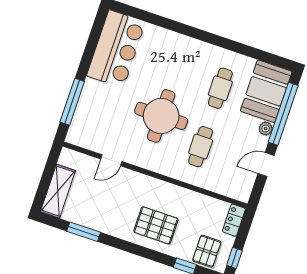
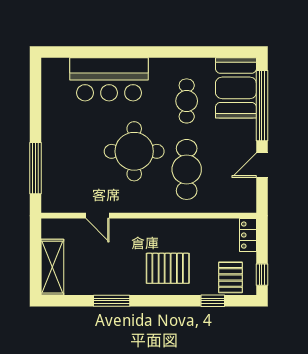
bar counter: (116, 49) -> (109, 79), moved, turned 90
plant: (266, 129) -> (249, 127), removed
cafe table: (201, 147) -> (187, 169), width x1.37, depth x1.35
door: (111, 160) -> (98, 216), hinge flipped
window: (84, 232) -> (112, 301), moved

